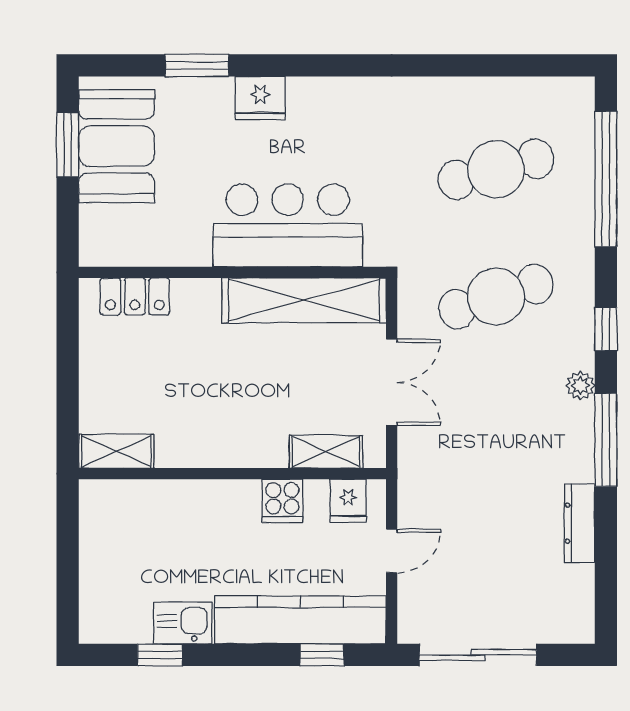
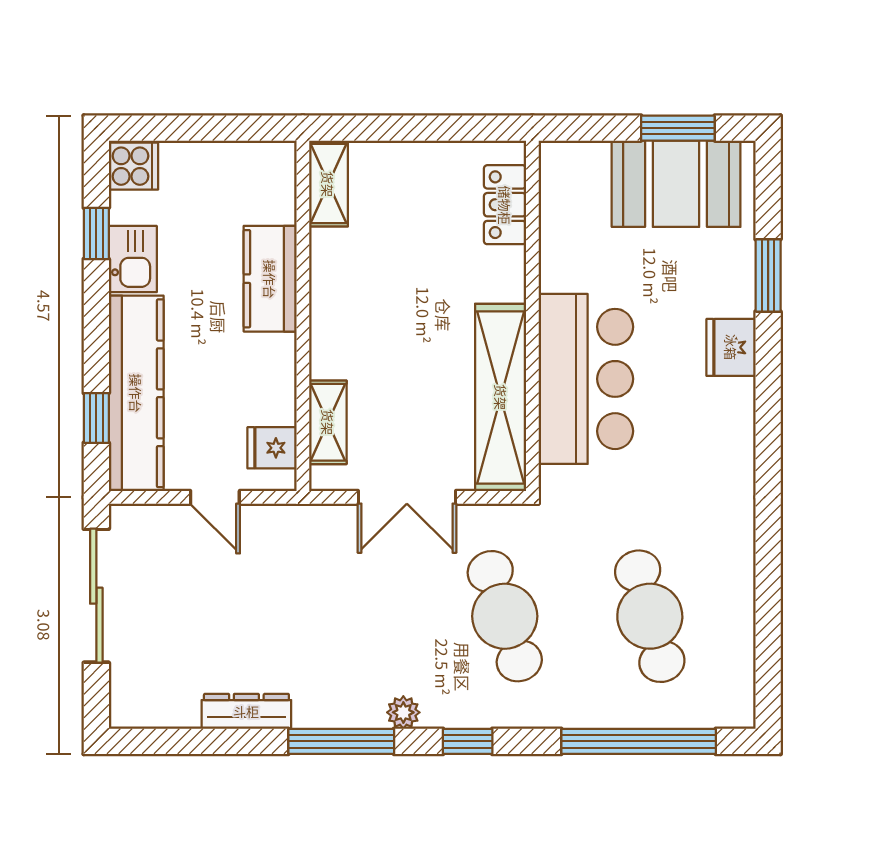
cooker: (282, 501) -> (133, 166), moved, turned 180
kitchen counter: (200, 502) -> (270, 279), added

